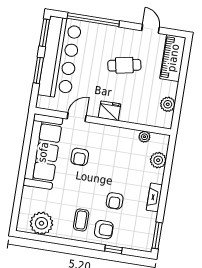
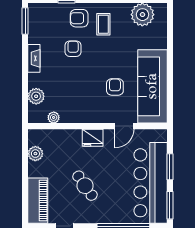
cafe table: (124, 65) -> (85, 186), turned 66

